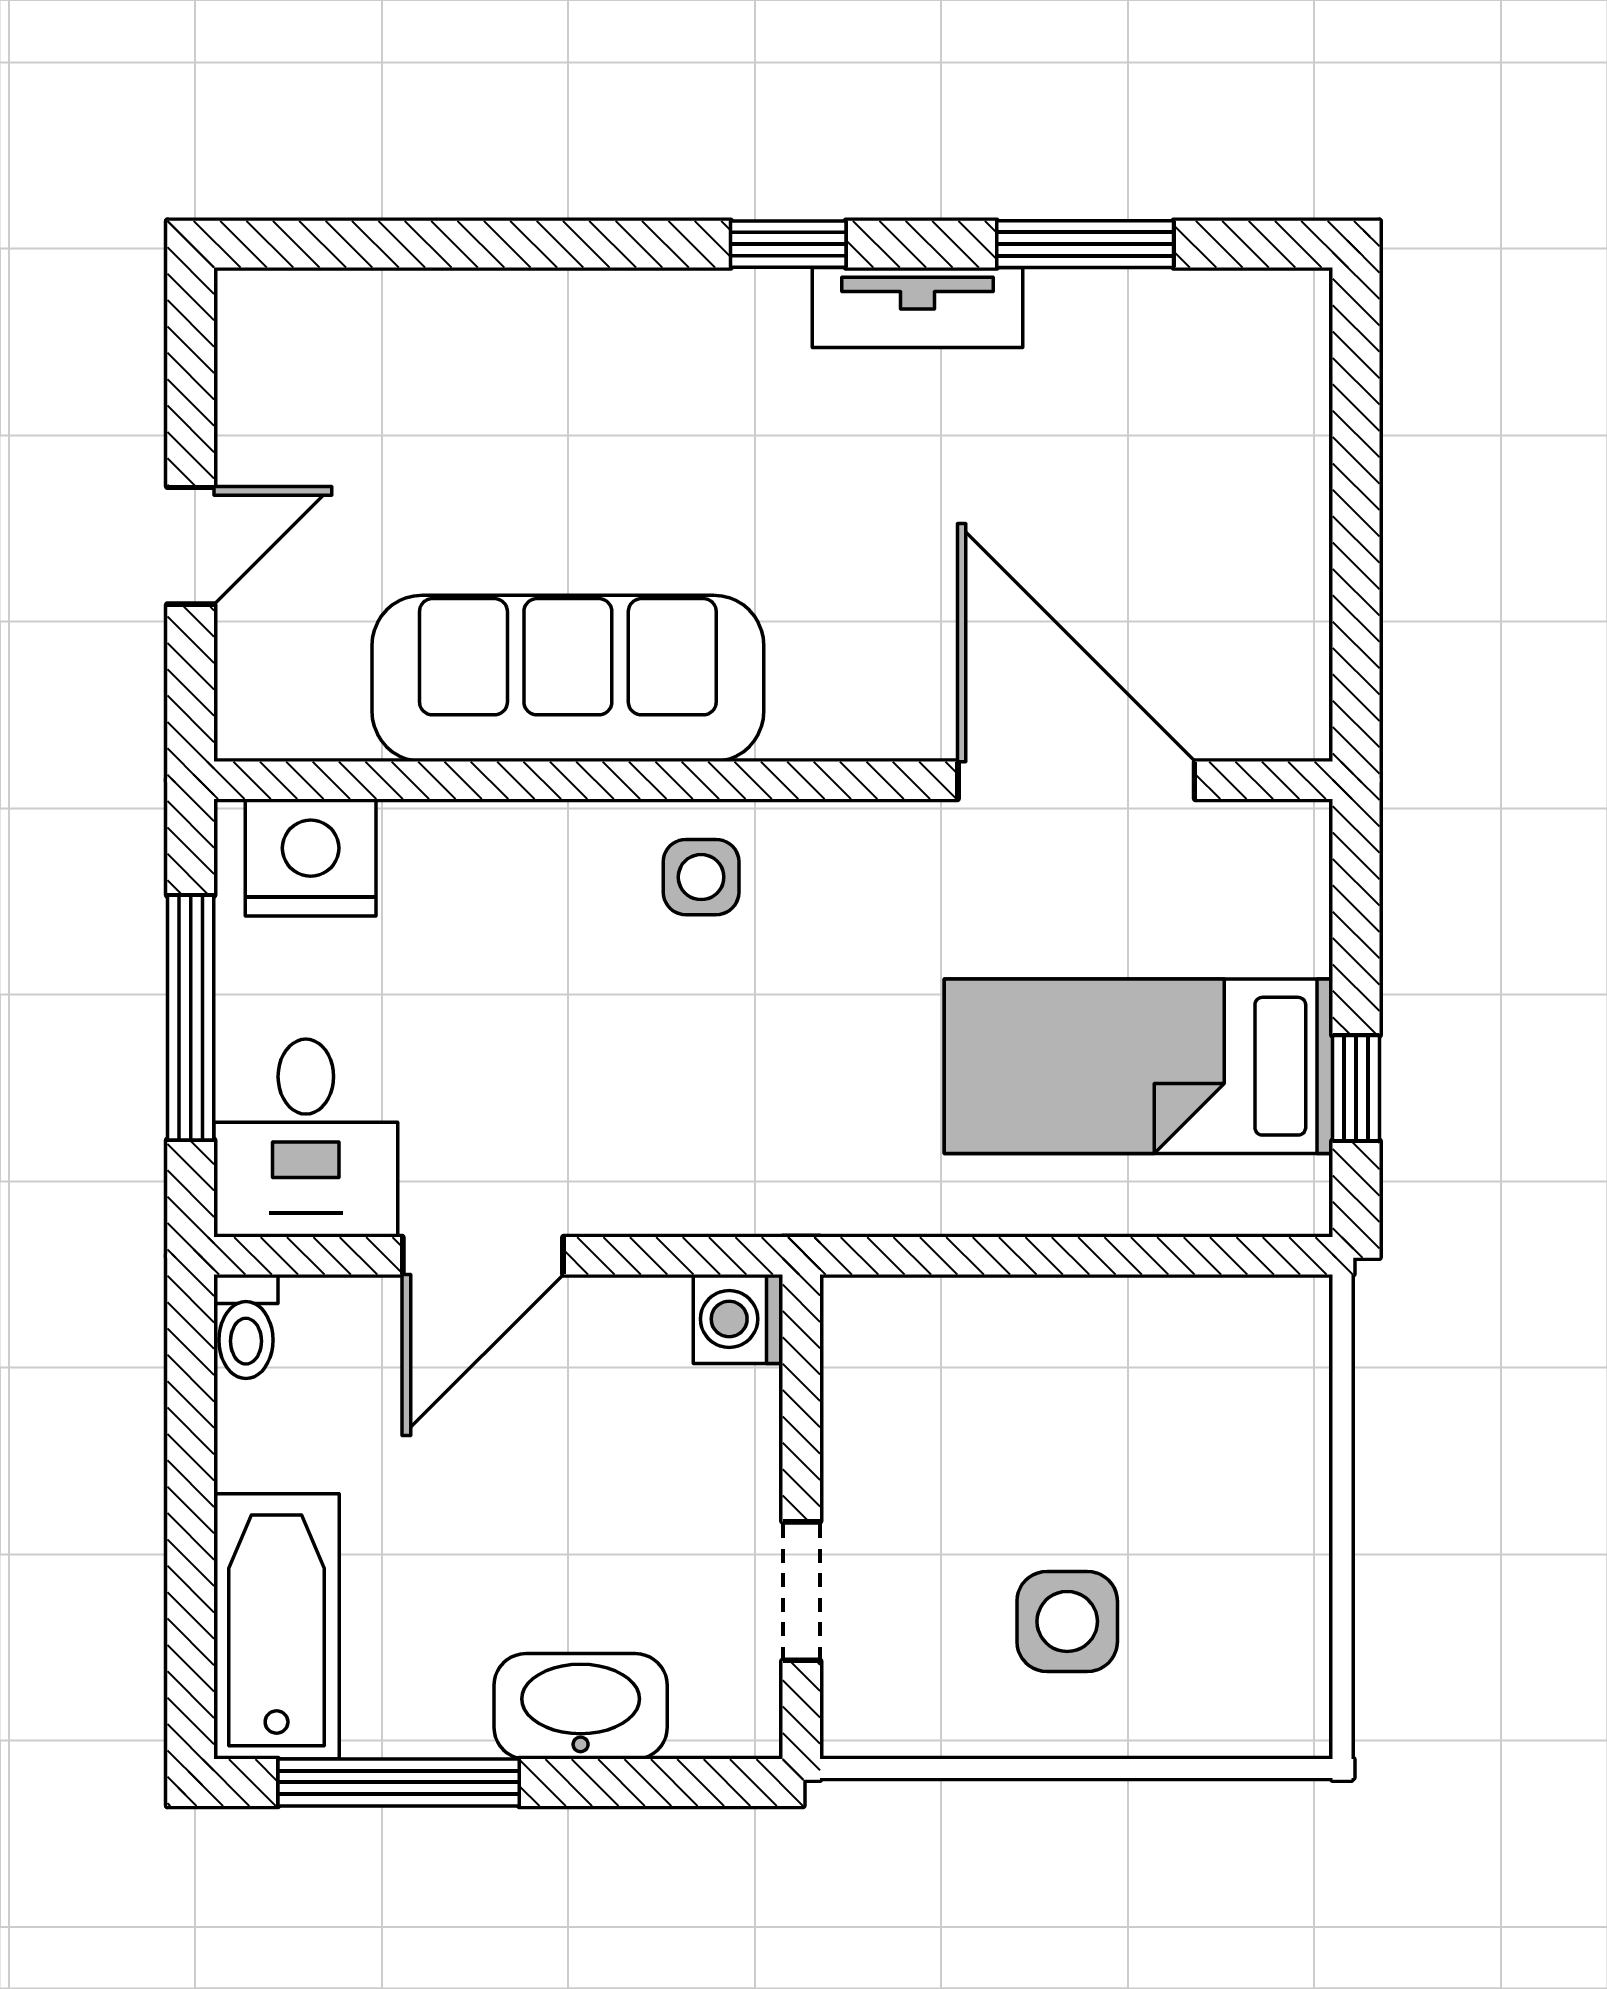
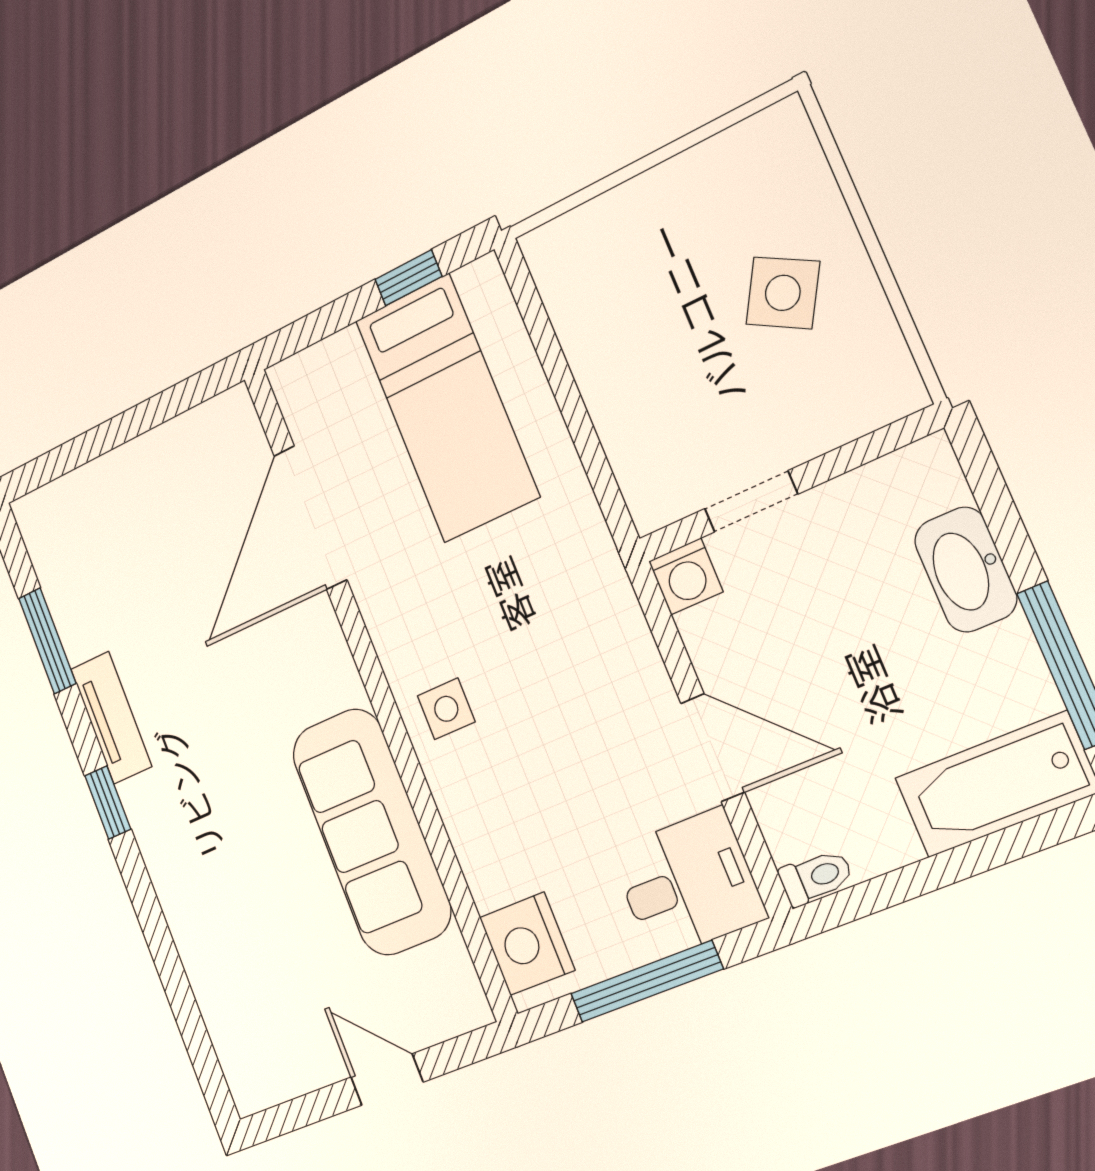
doorway: (801, 1591) -> (751, 501), moved
side table: (1067, 1621) -> (783, 293), turned 30

